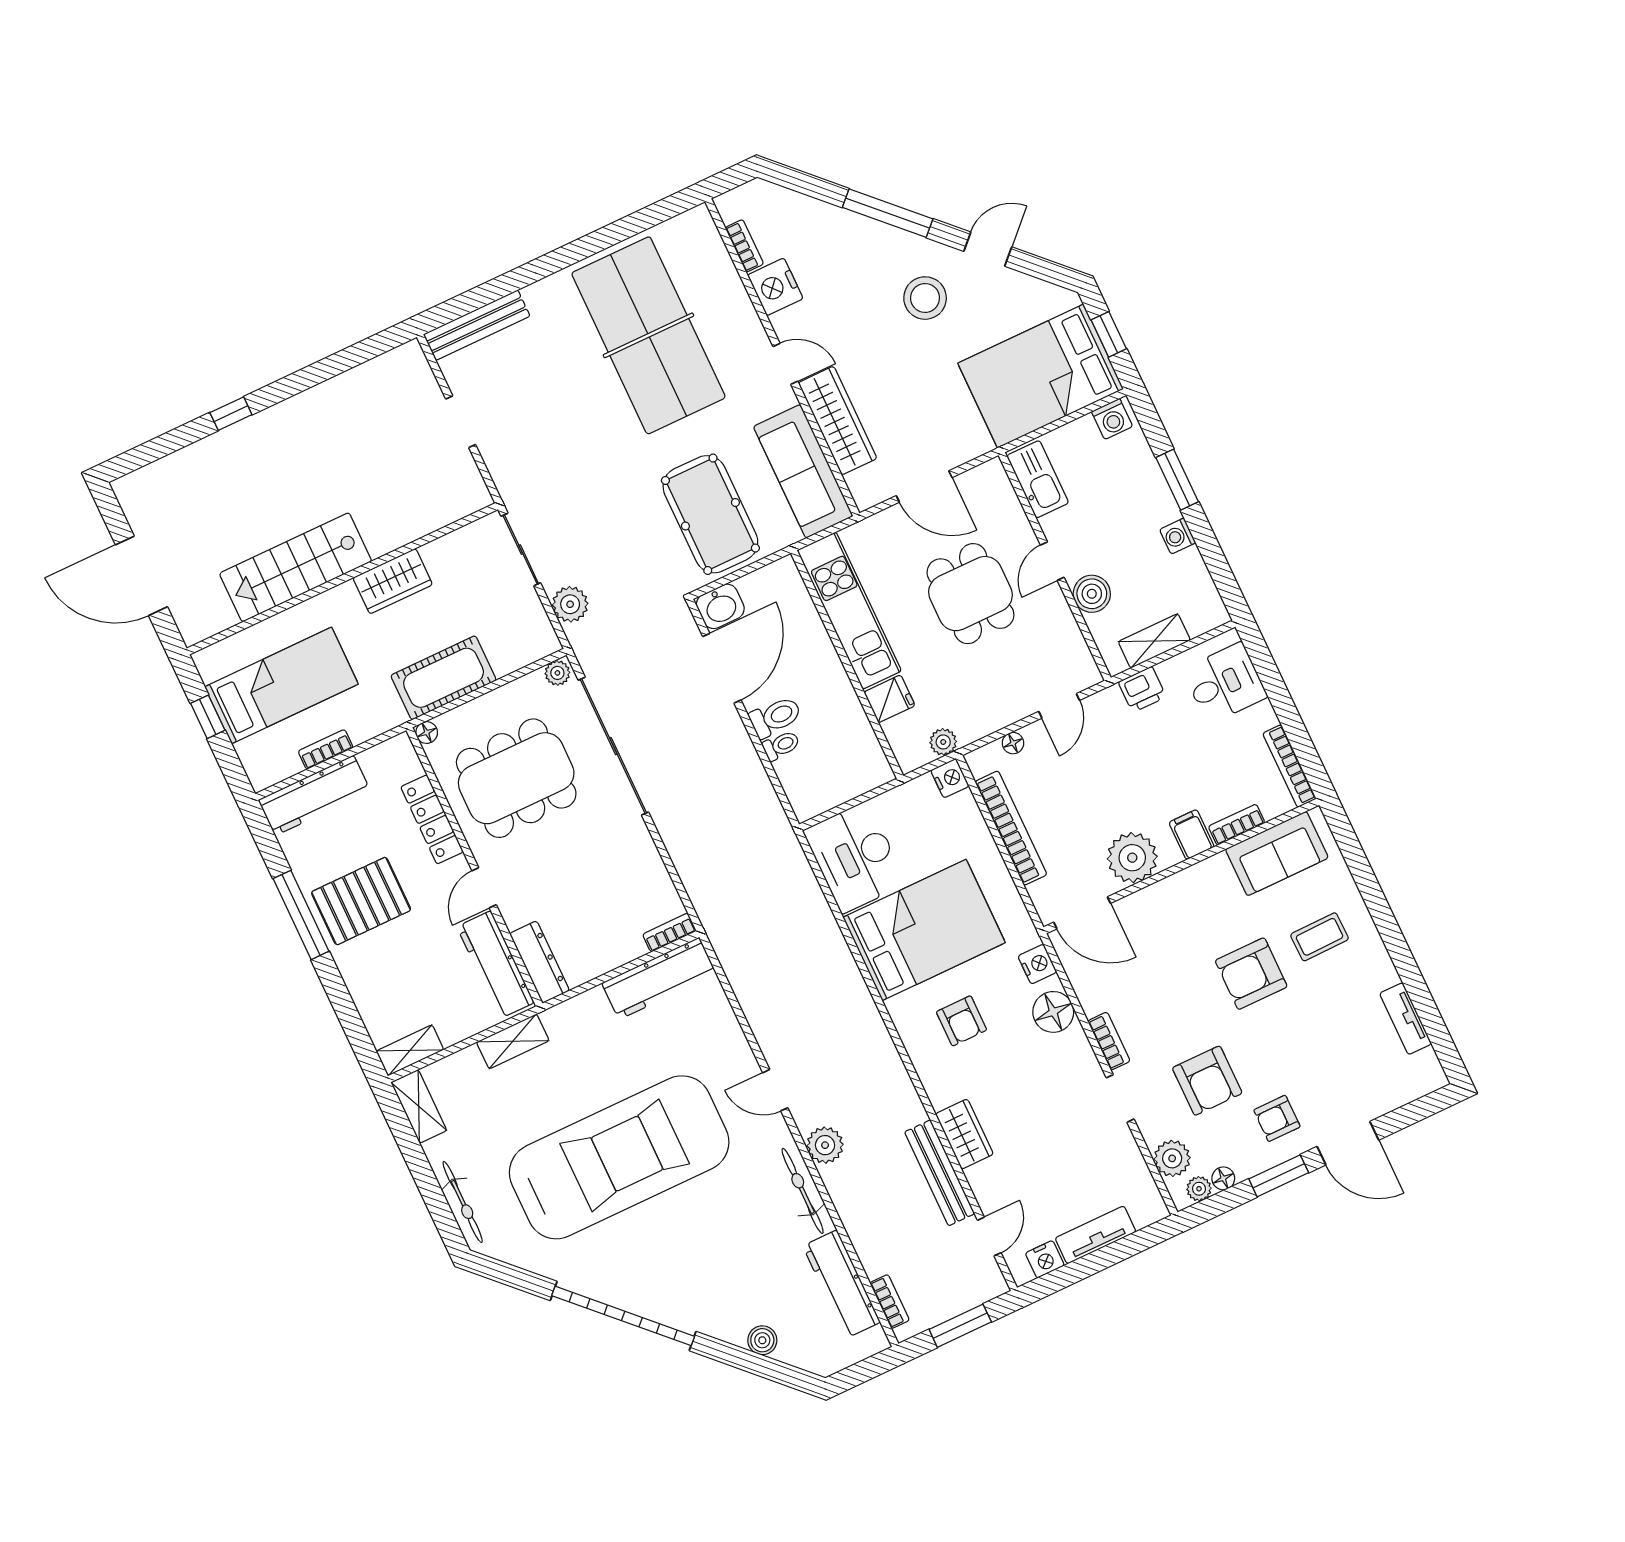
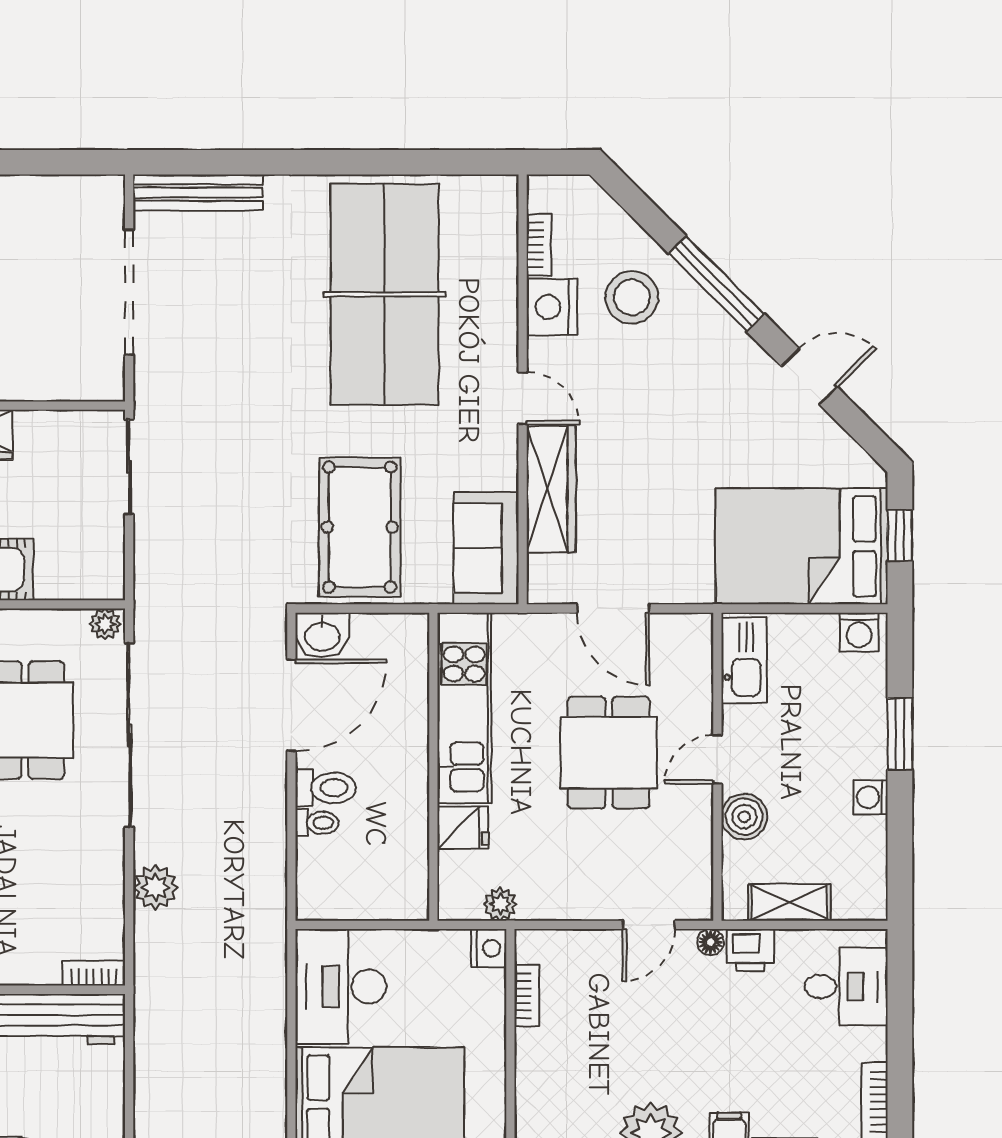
stool: (925, 298) -> (632, 297), moved
doorway: (461, 422) -> (129, 292), width x1.88
sofa: (803, 471) -> (486, 548), width x0.73
plant: (570, 604) -> (155, 887), moved
floor lamp: (1013, 743) -> (711, 942), moved
bookcase: (1011, 828) -> (527, 996), width x0.43, depth x0.76

